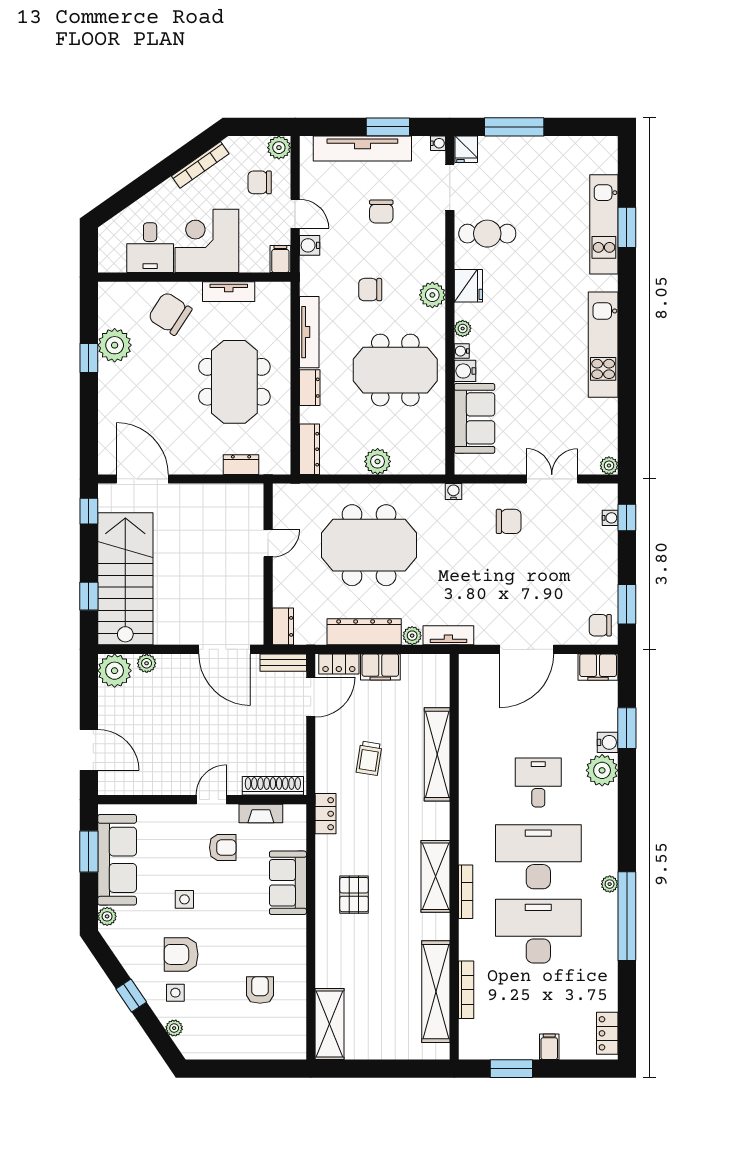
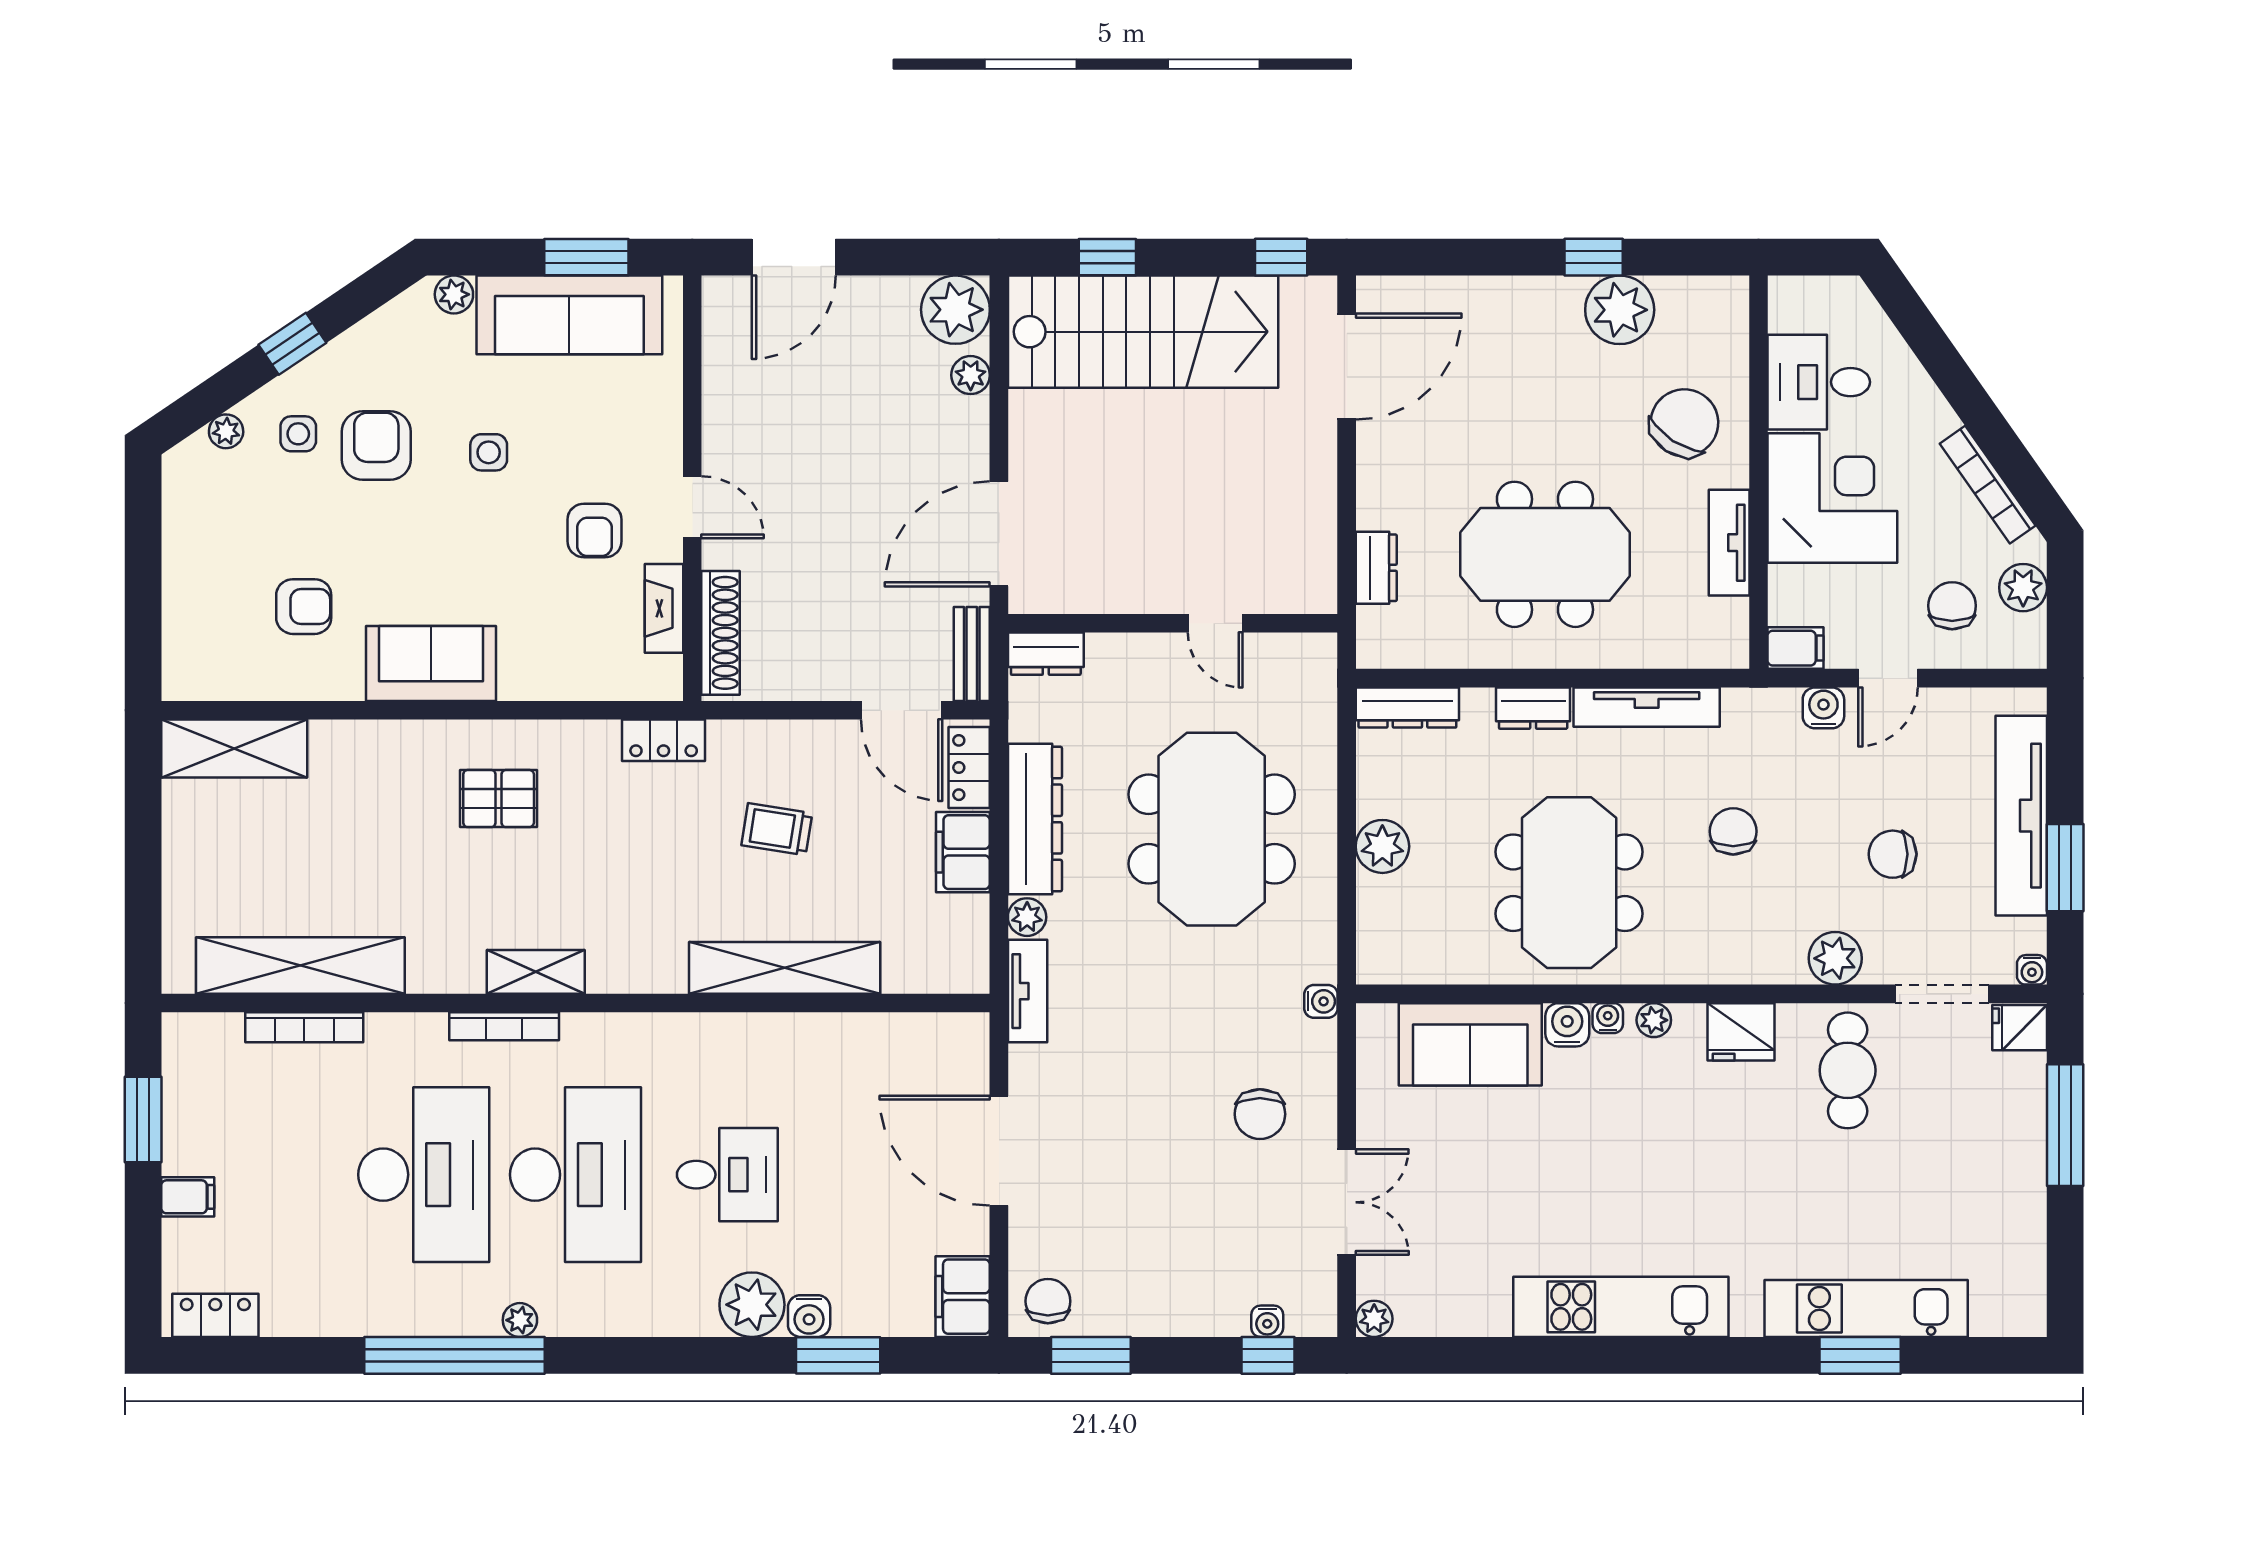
plant: (279, 148) -> (2023, 588), moved
plant: (432, 295) -> (1835, 958), moved
shelving: (435, 876) -> (536, 972), width x0.67, depth x0.75
sofa: (288, 883) -> (431, 663), moved

